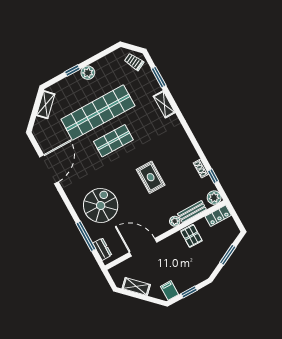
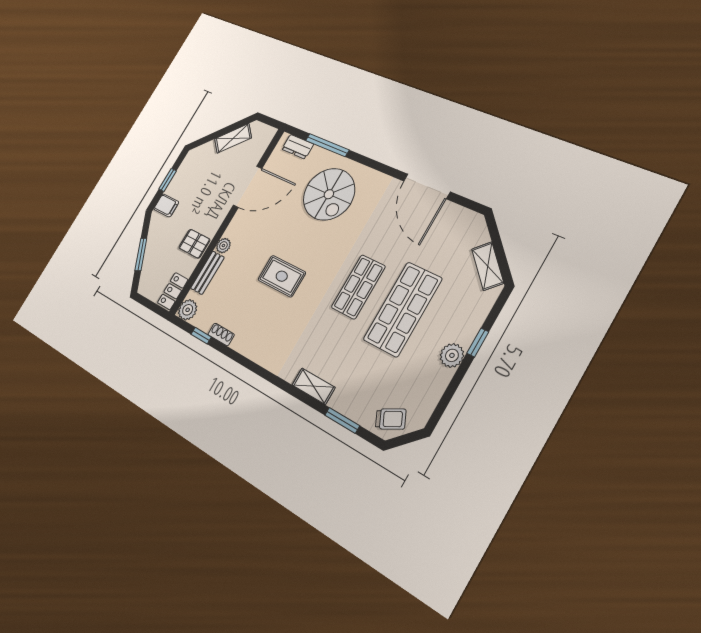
shop shelf: (98, 113) -> (403, 309), width x0.71
filing cabinet: (170, 290) -> (166, 205), moved

